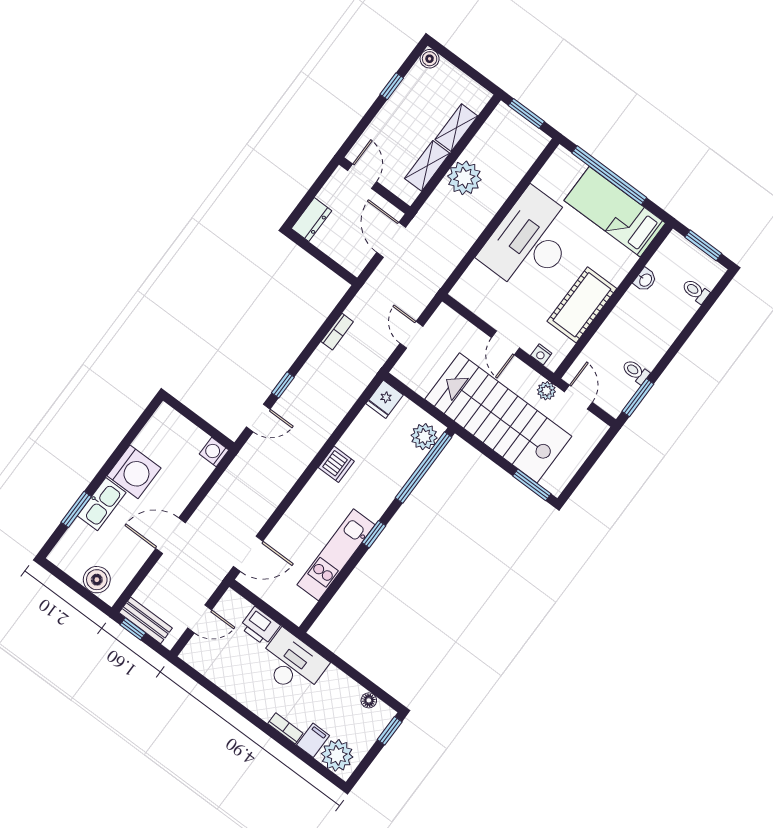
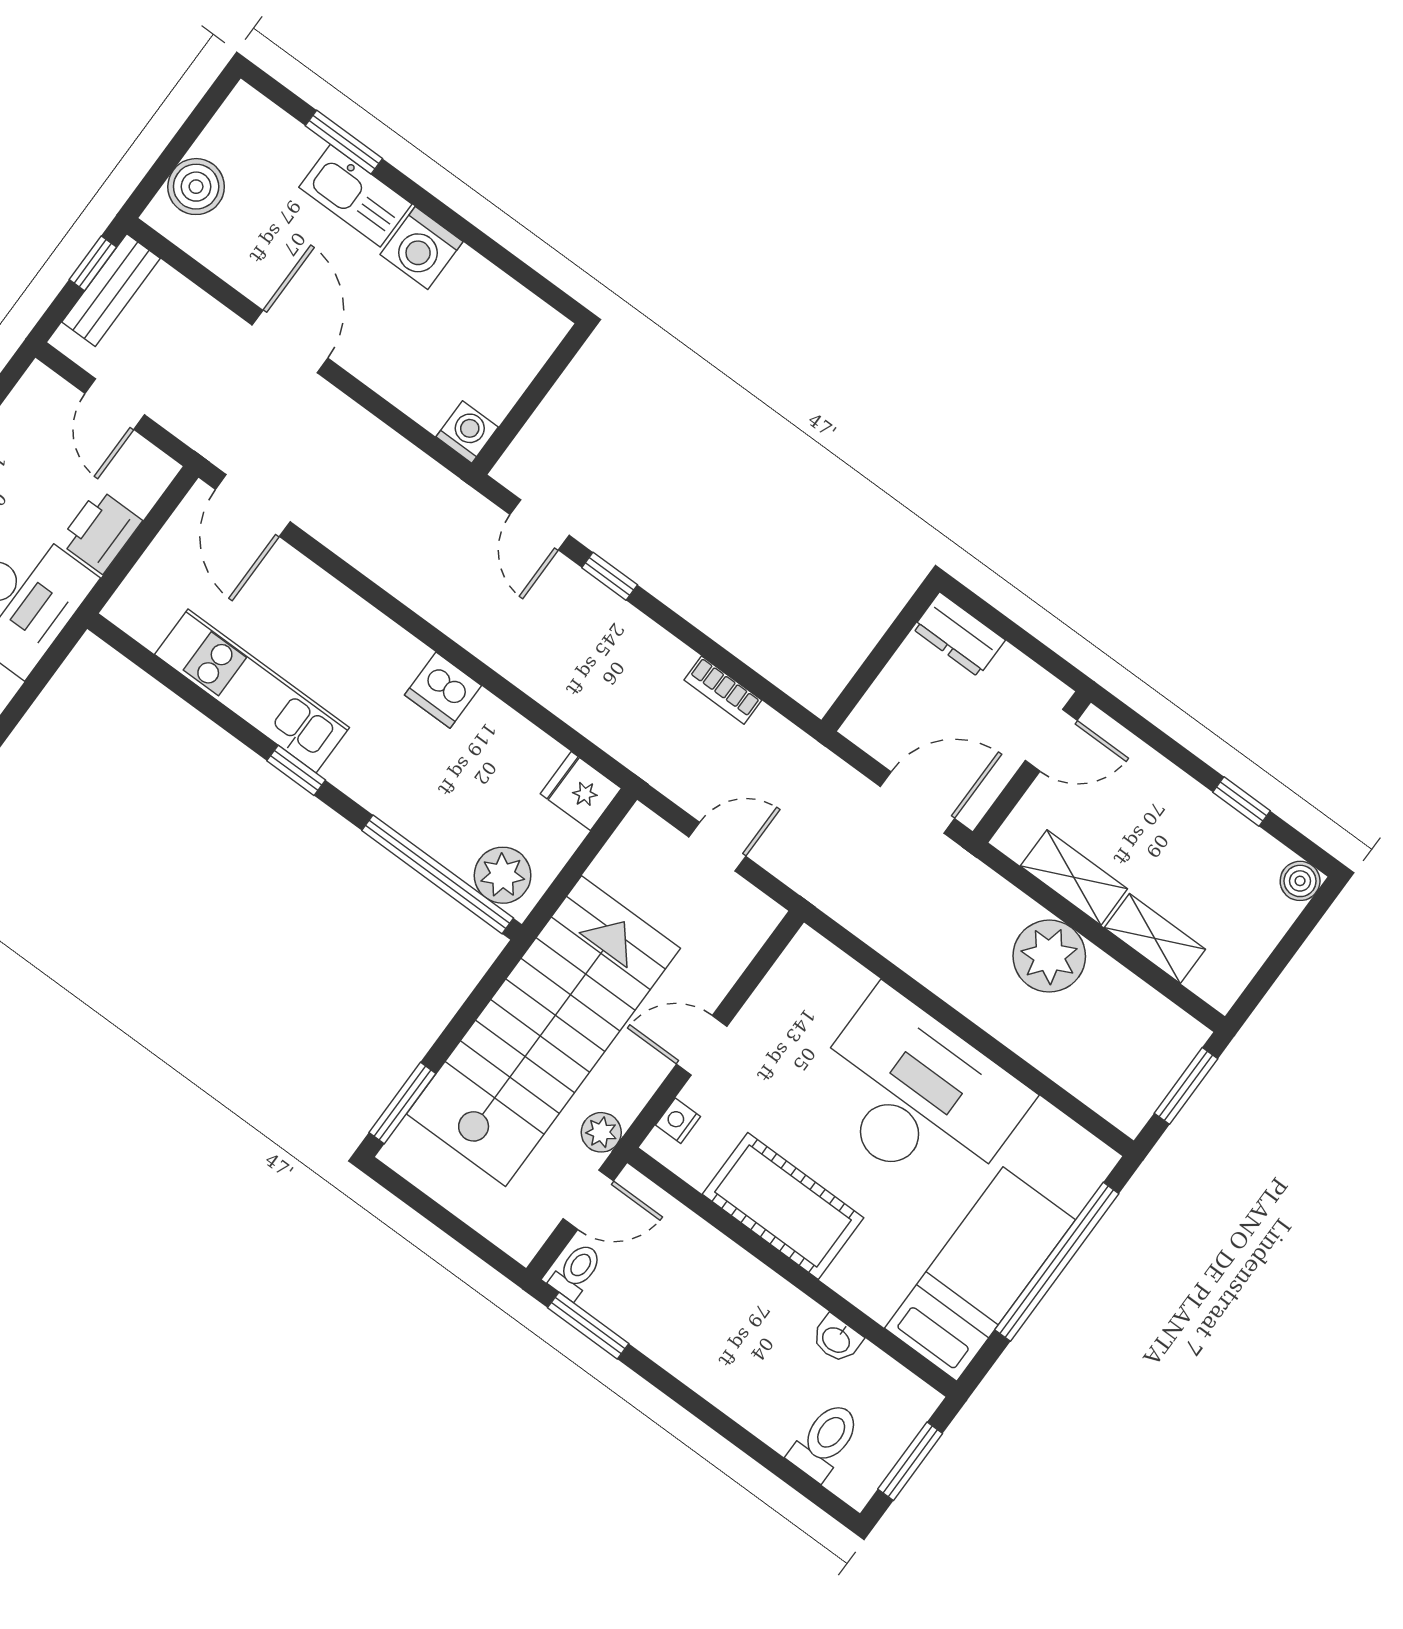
toilet: (696, 291) -> (825, 1441), width x1.37, depth x1.39
toilet: (636, 372) -> (576, 1271), moved
washing machine: (134, 472) -> (422, 248), width x0.73, depth x0.73

